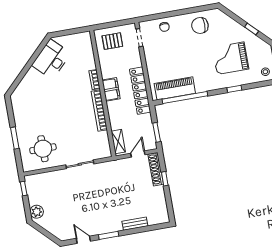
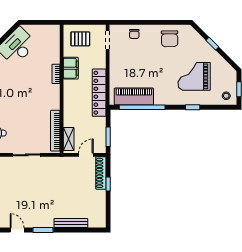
chair: (200, 25) -> (170, 39), turned -91
window: (252, 29) -> (212, 44), moved
filing cabinet: (111, 89) -> (71, 68), moved
bookcase: (99, 110) -> (55, 131), moved
bench: (135, 224) -> (71, 223), width x1.36

